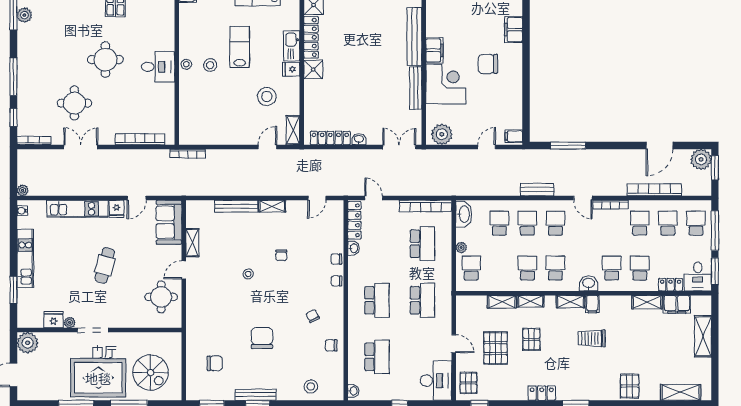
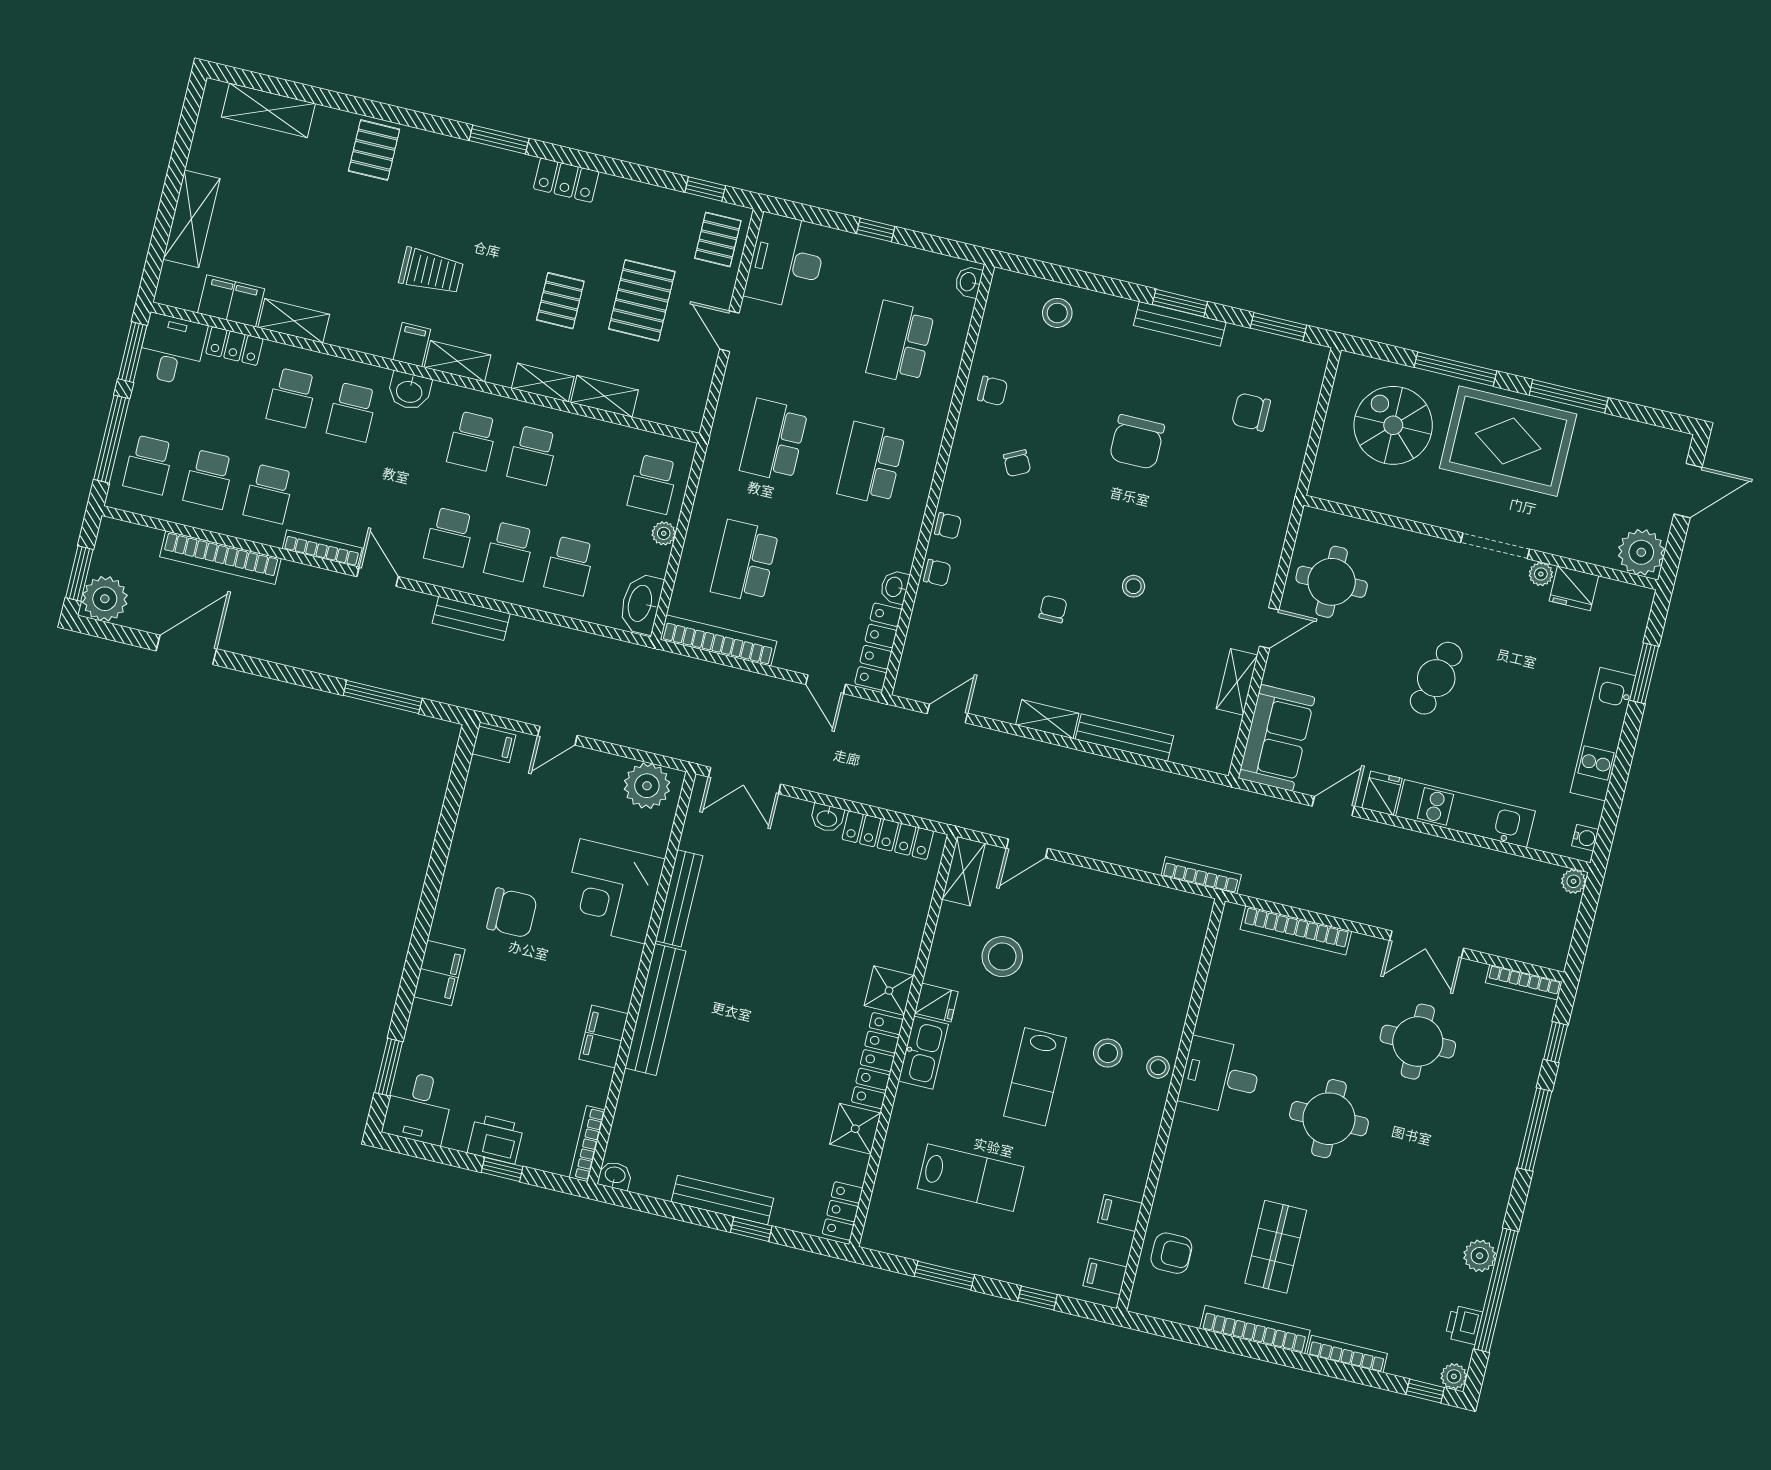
filing cabinet: (434, 50) -> (604, 1036), moved

